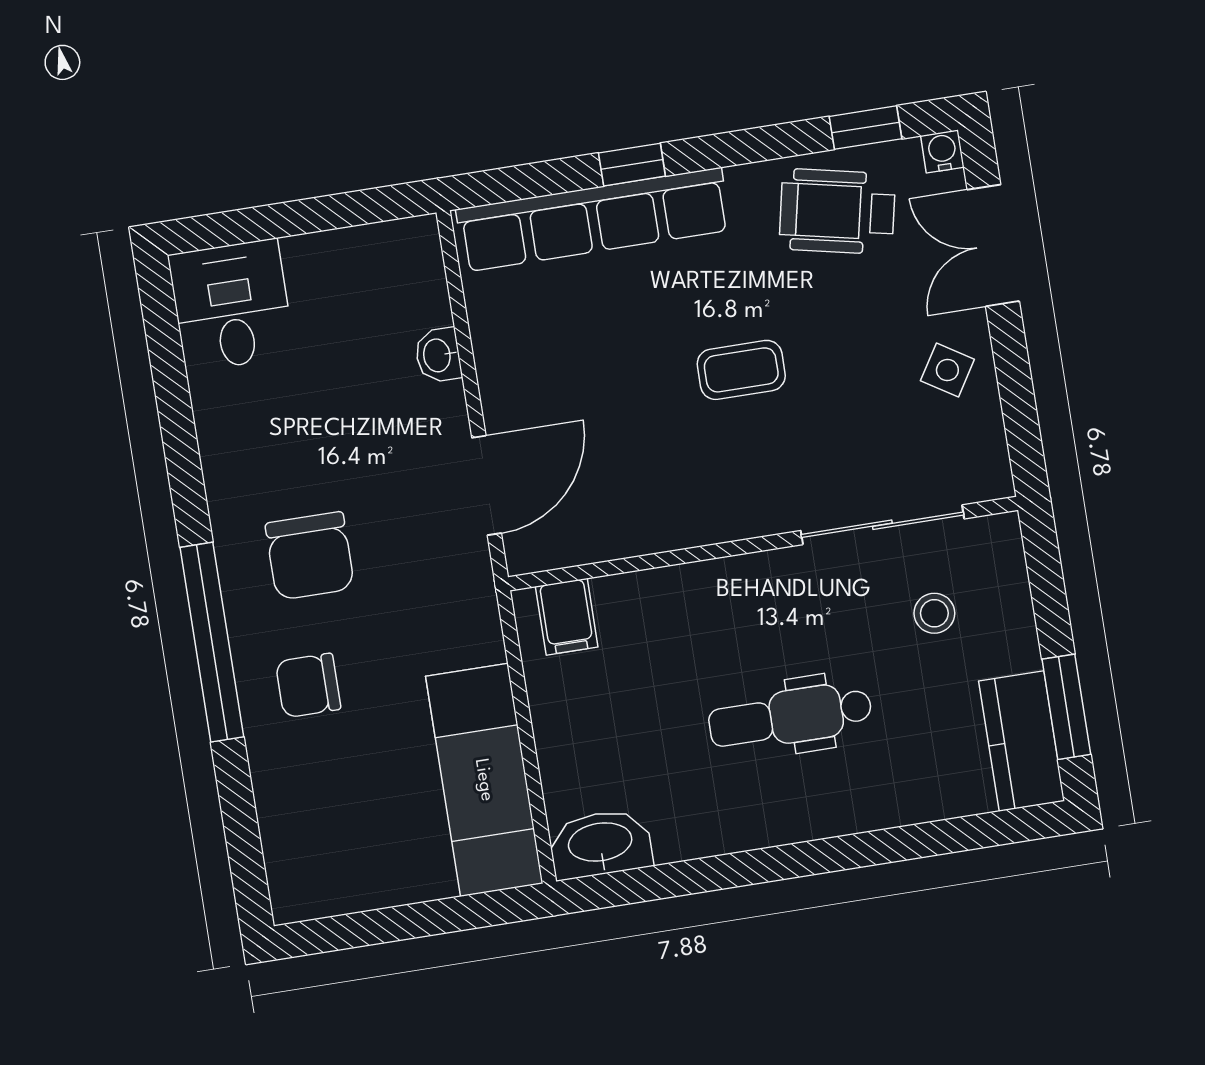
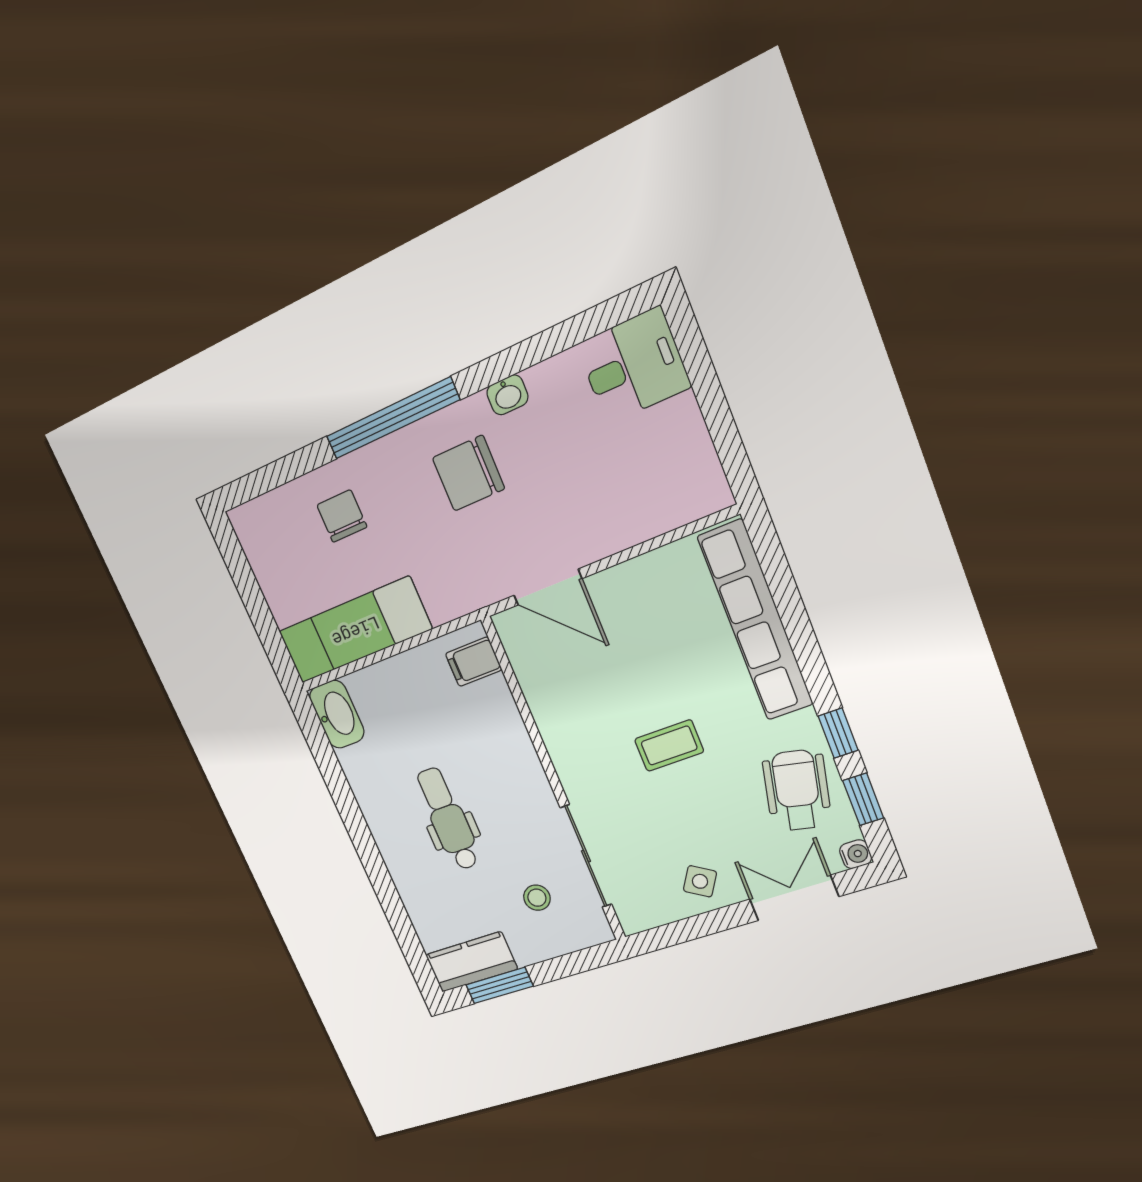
window: (632, 165) -> (838, 733), moved
washbasin: (438, 355) -> (507, 395), moved, turned 180
coffee table: (741, 370) -> (669, 746), turned 90
chair: (308, 685) -> (342, 516), moved

